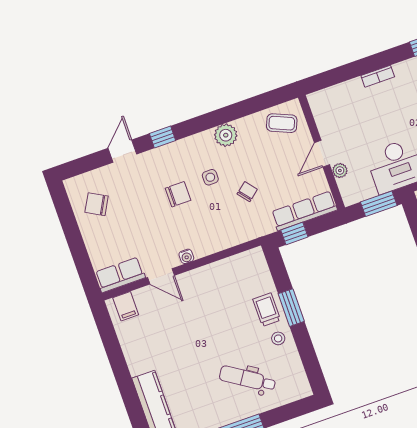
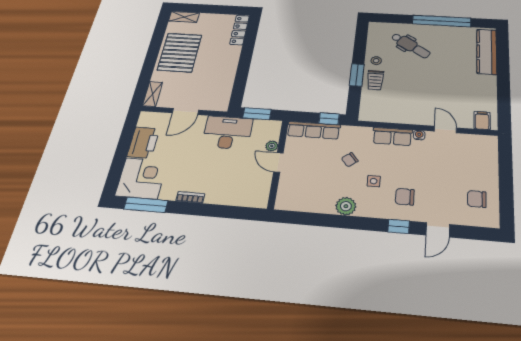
bookcase: (378, 76) -> (190, 197), moved
coffee table: (282, 123) -> (297, 196), removed
door: (322, 154) -> (278, 162), swing flipped
chair: (178, 194) -> (405, 197), moved
chair: (97, 204) -> (477, 199), turned 151
row of seats: (120, 275) -> (392, 136), moved

